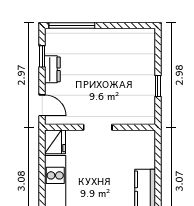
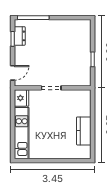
dresser: (52, 69) -> (20, 36), moved
door: (42, 105) -> (13, 73), hinge flipped

